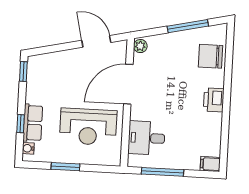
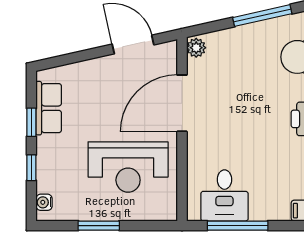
window: (23, 72) -> (31, 122), moved
row of seats: (33, 123) -> (49, 108), moved
desk: (147, 138) -> (224, 195), moved, turned -90

